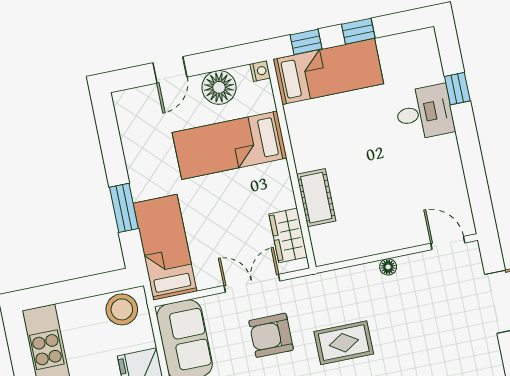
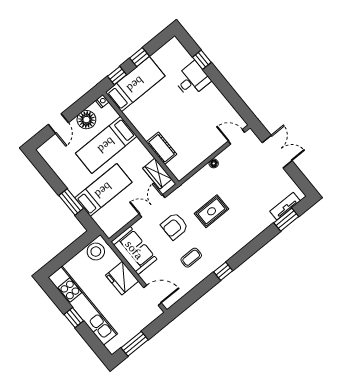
bed: (165, 247) -> (103, 190), moved, turned 90

